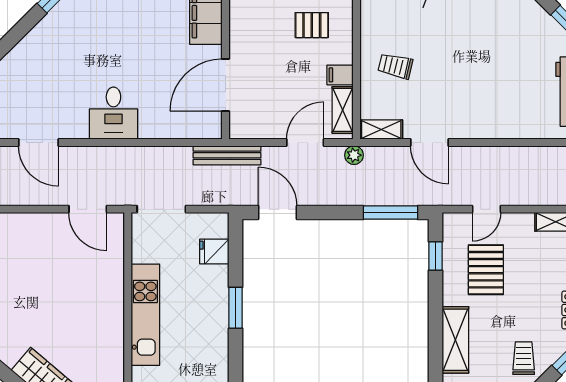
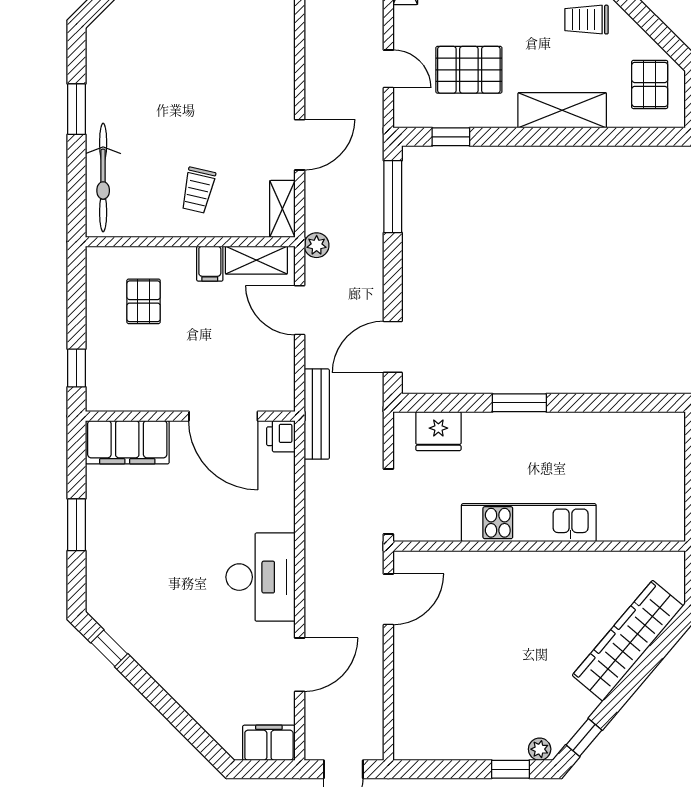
desk: (113, 113) -> (261, 577), width x1.37
printer: (210, 128) -> (281, 436), added
fridge: (214, 252) -> (438, 431), width x1.38

